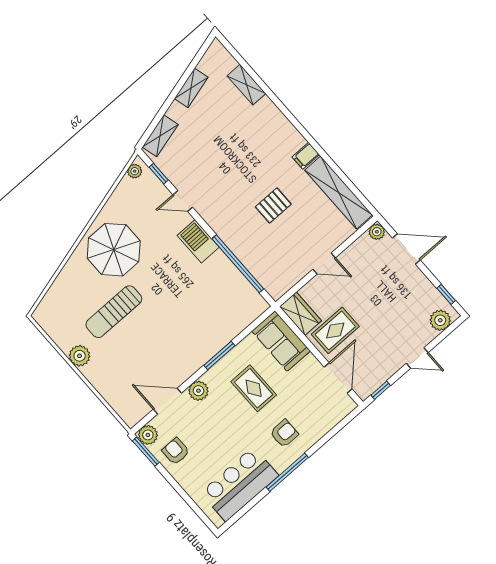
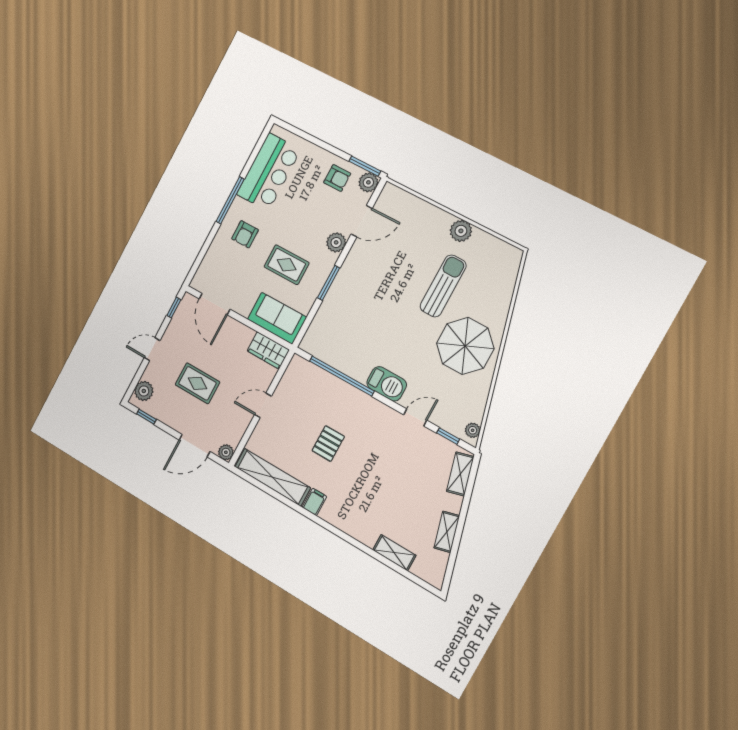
rug: (335, 330) -> (197, 383), moved, turned 90

